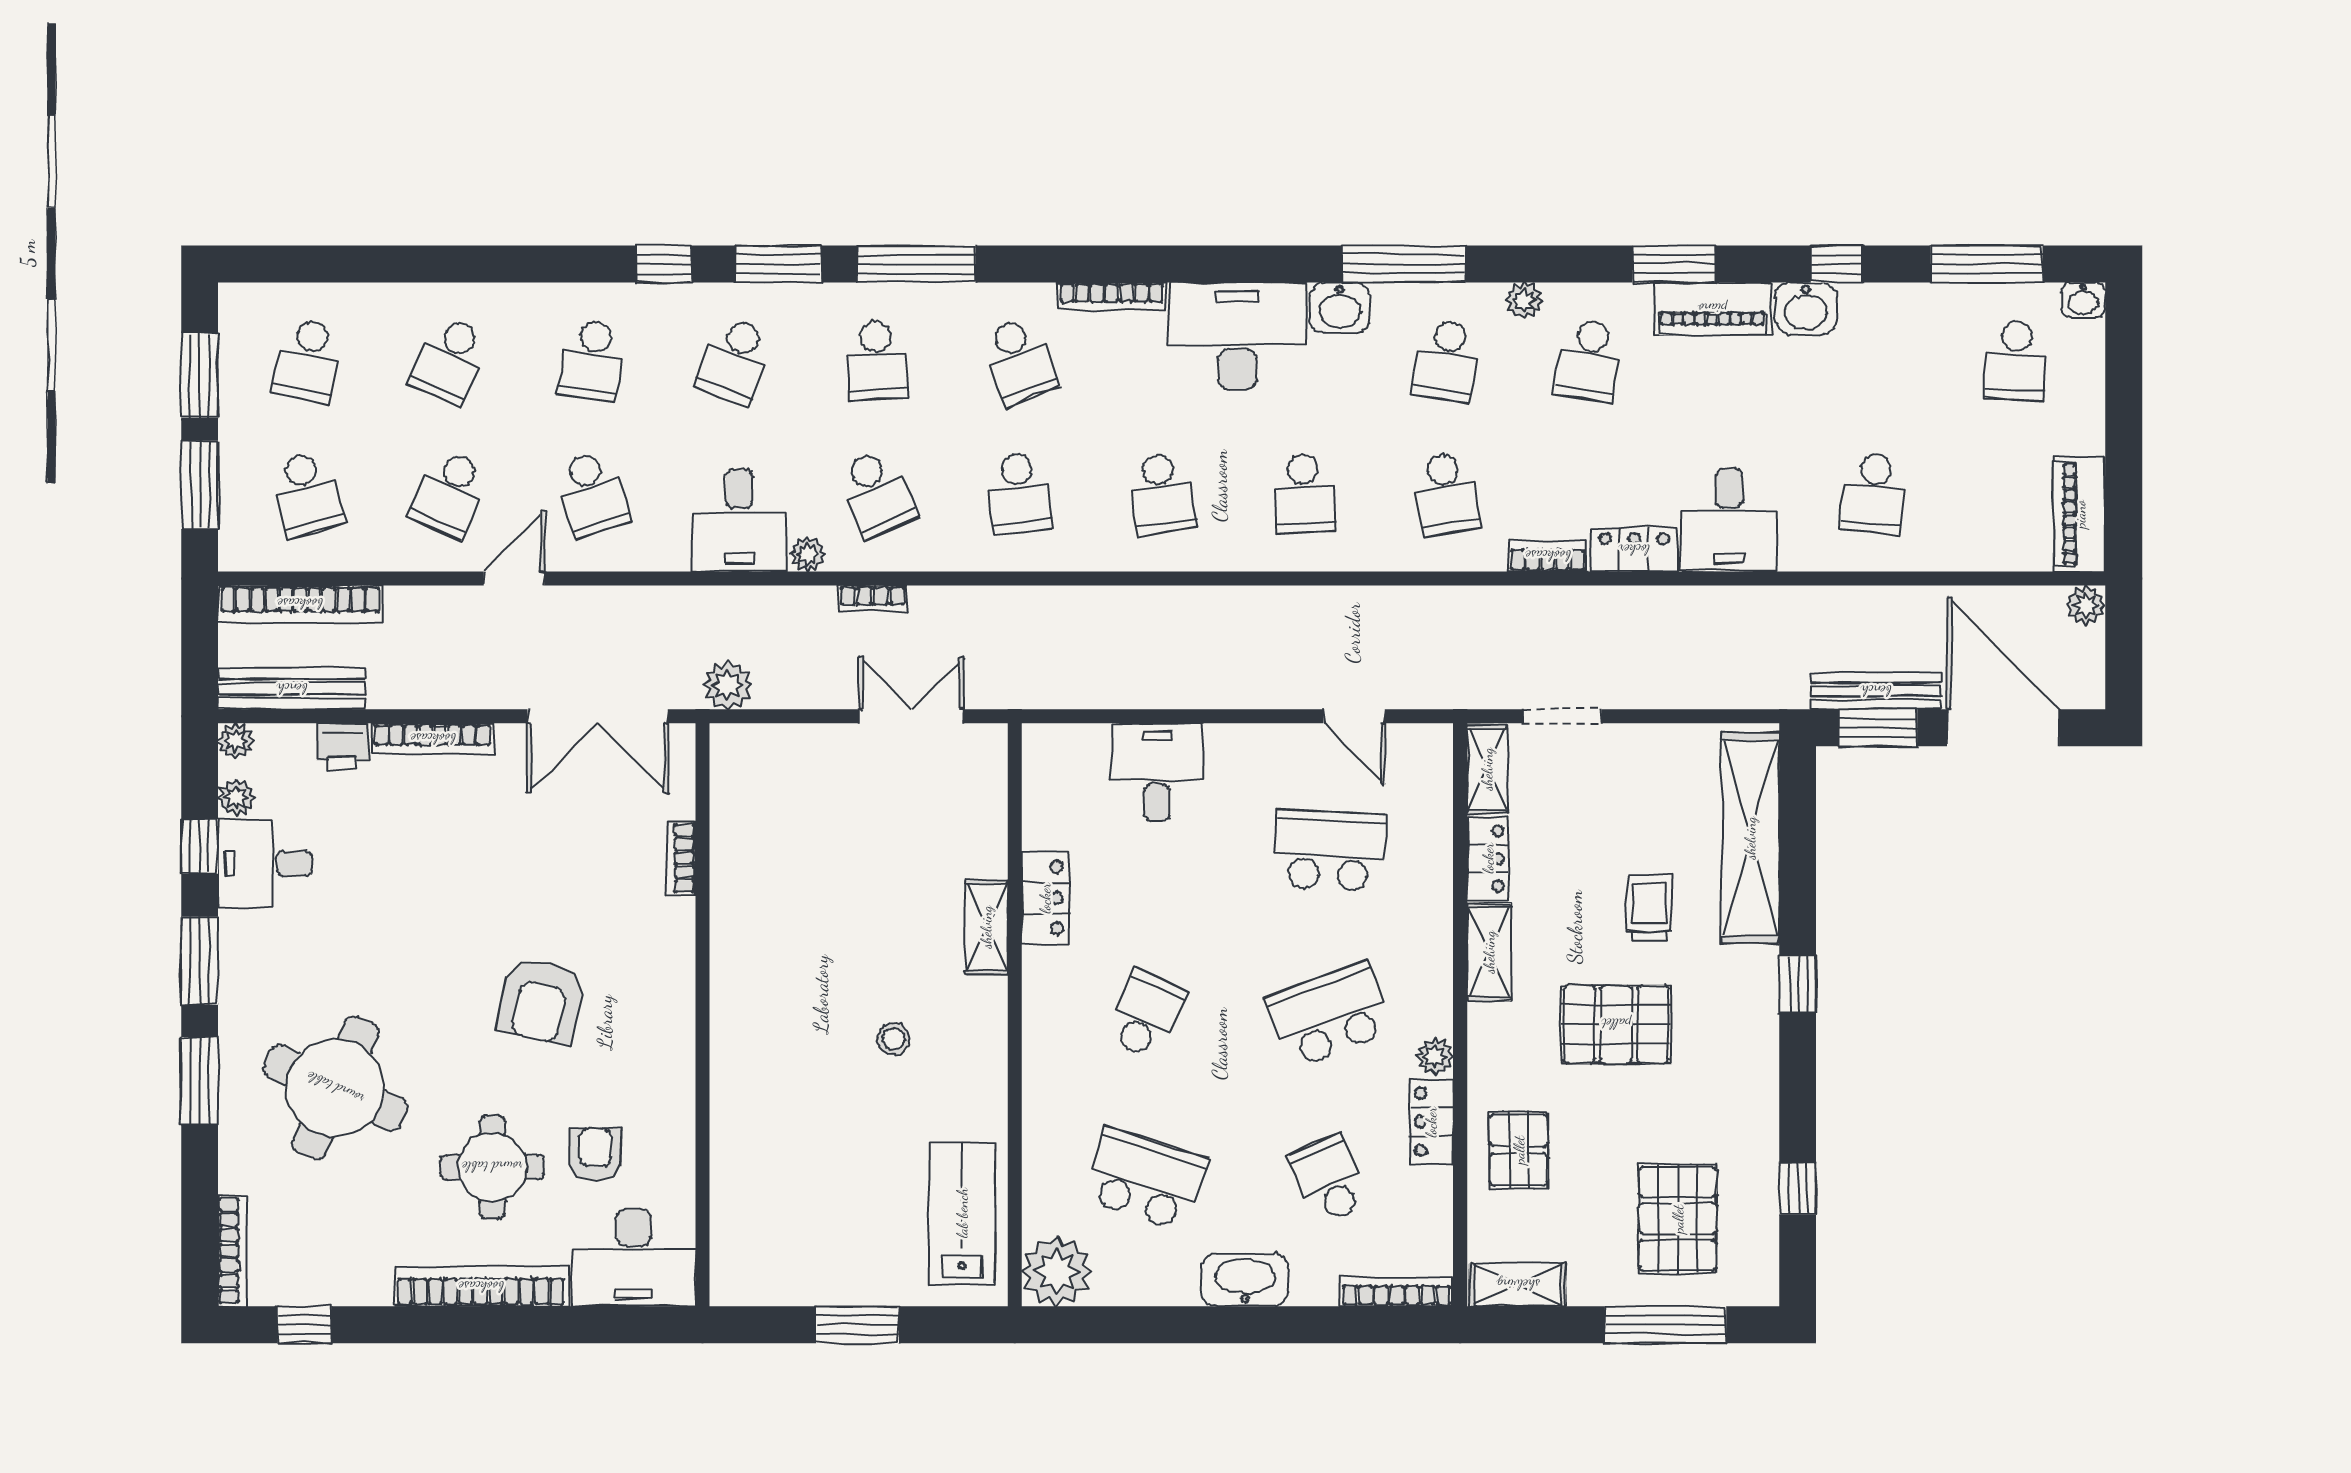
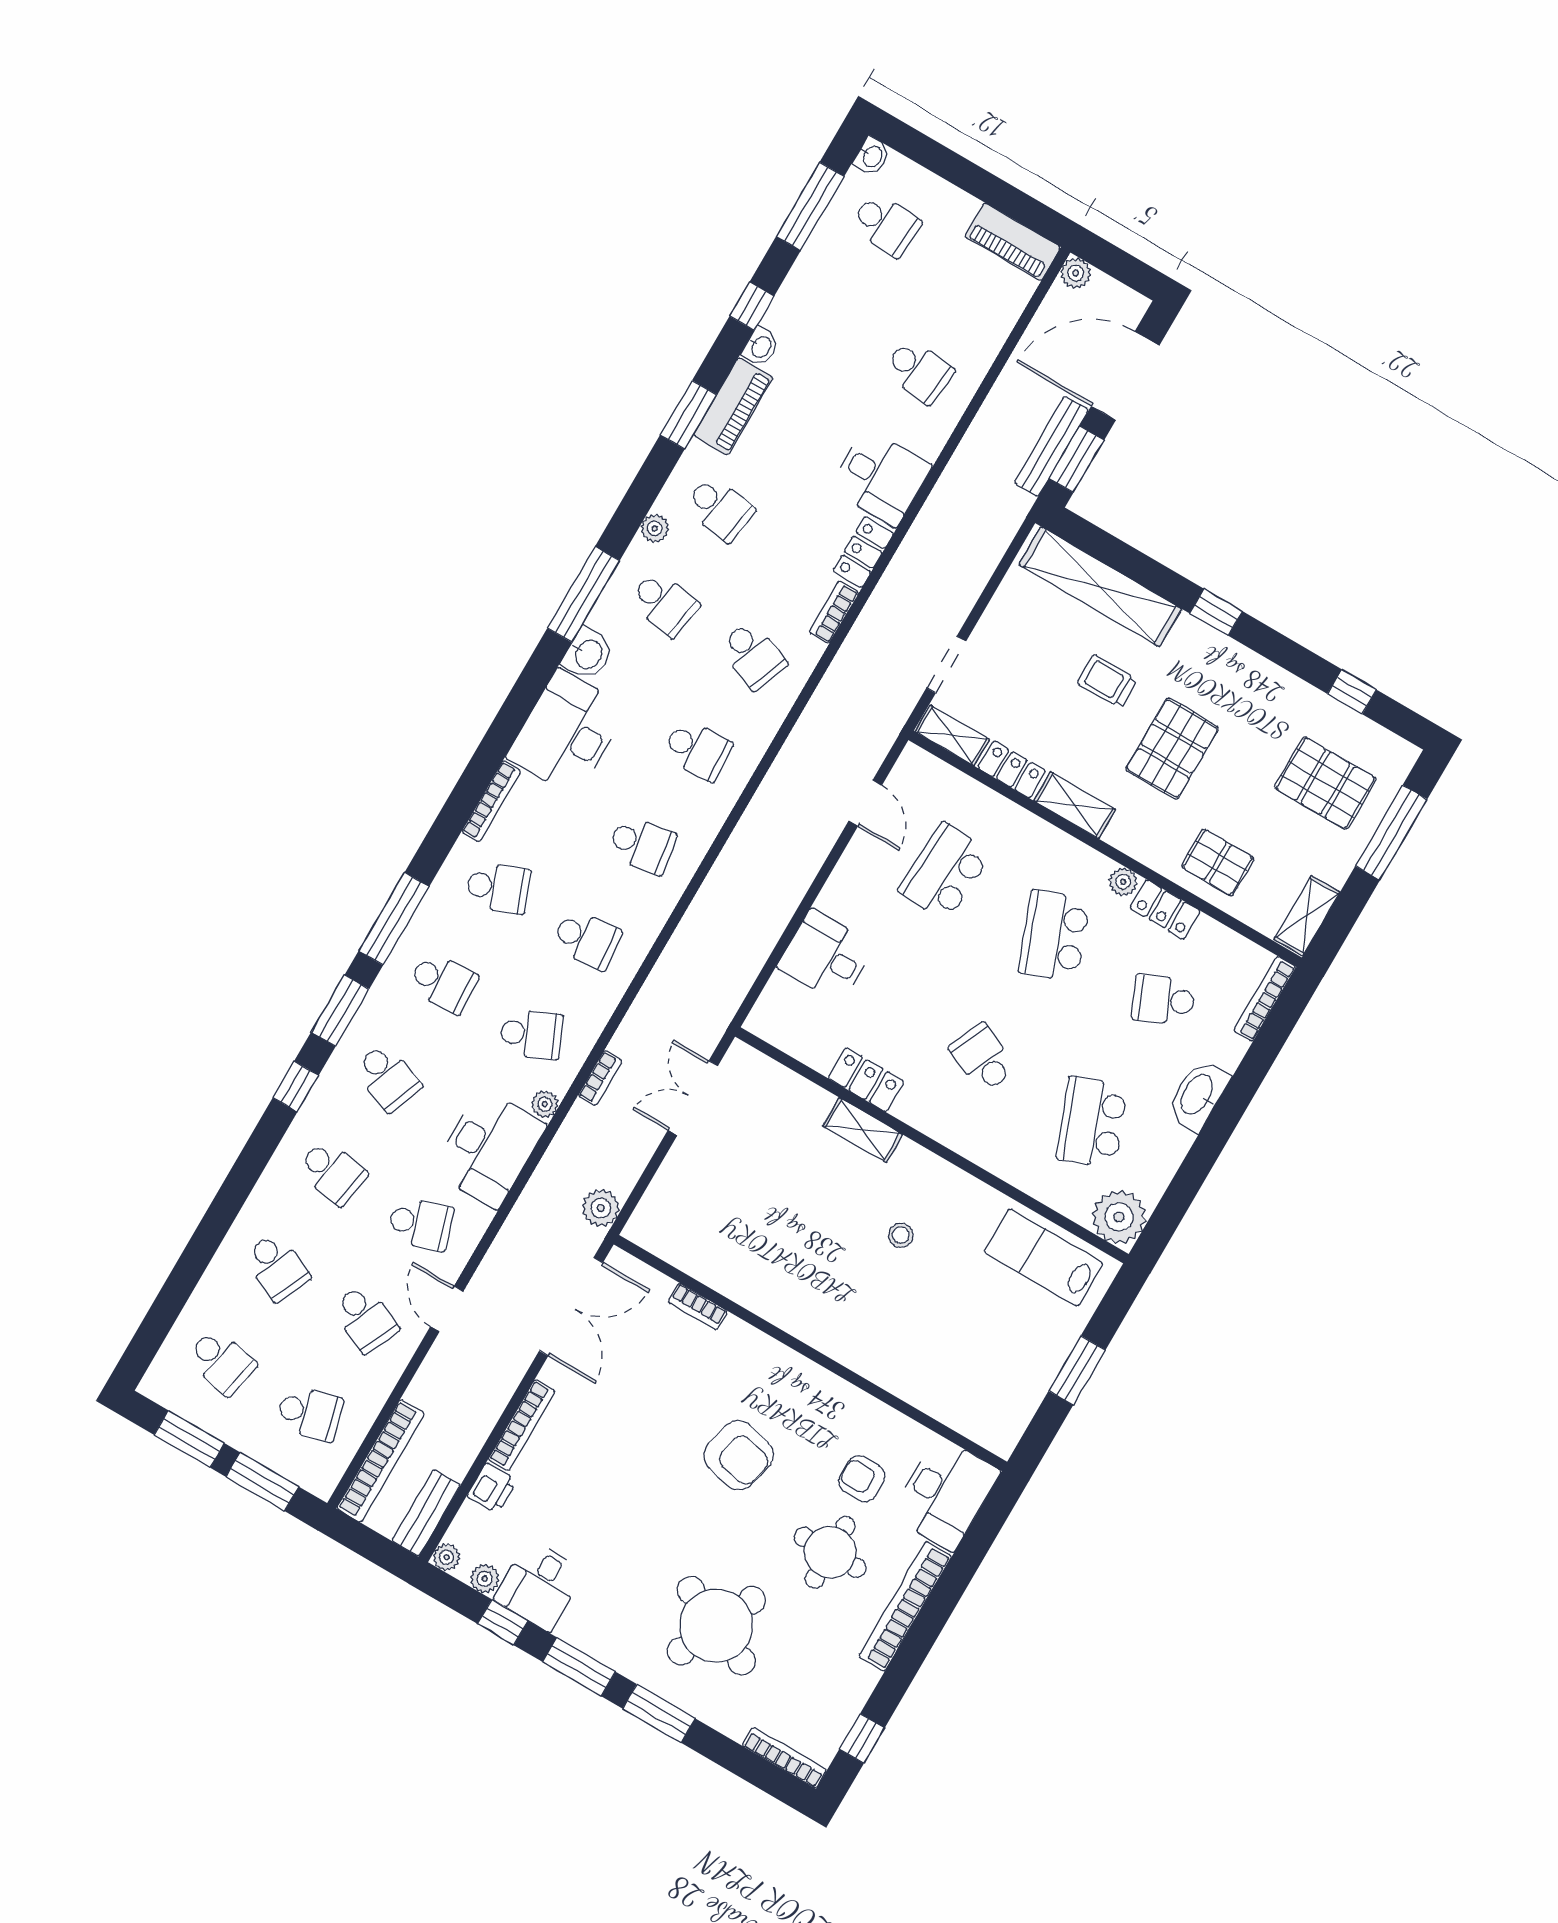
washbasin: (1806, 308) -> (761, 347), width x0.72, depth x0.69
school desk: (1446, 493) -> (753, 655), turned 30
desk: (739, 521) -> (489, 1148), width x1.37
bench: (292, 689) -> (426, 1513), width x0.73
door: (1354, 716) -> (865, 803), hinge flipped
school desk: (1145, 1179) -> (1092, 1122), turned -39

